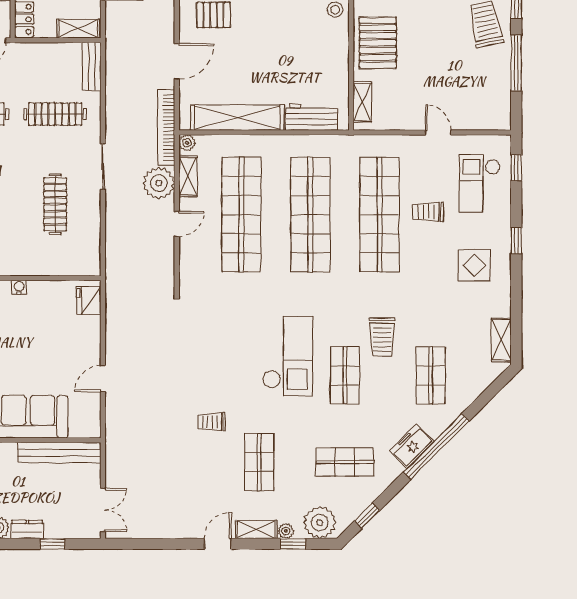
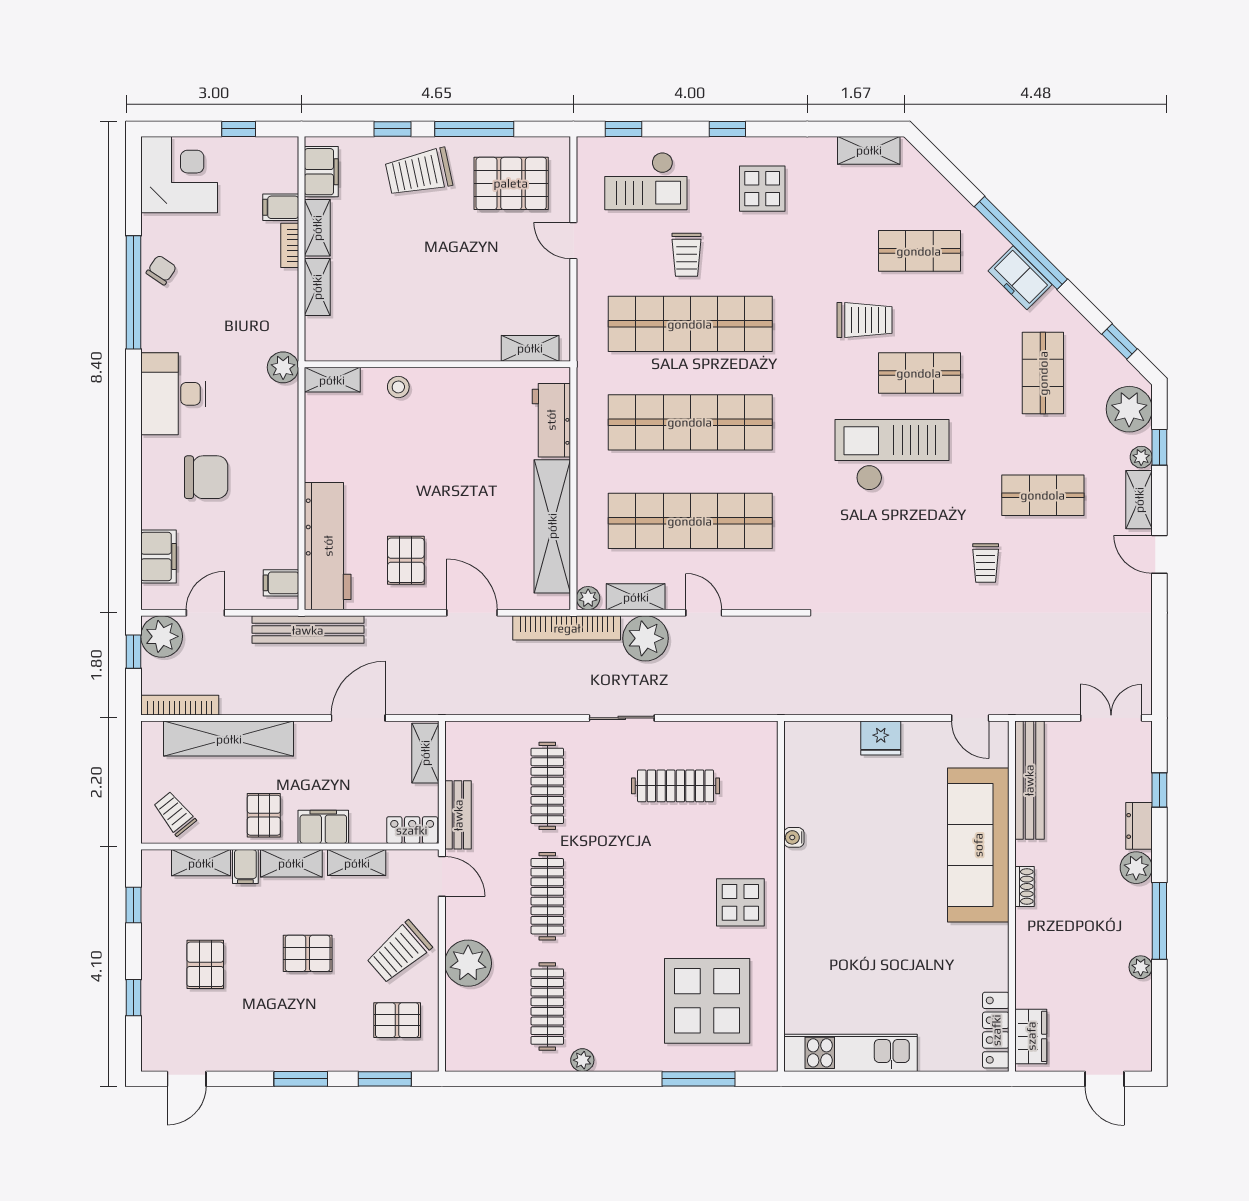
pallet: (378, 43) -> (511, 183), moved
bench: (92, 66) -> (458, 815), moved, turned 90
door: (438, 133) -> (573, 241), hinge flipped
fridge: (89, 300) -> (881, 738), moved
door: (103, 379) -> (970, 718), moved

